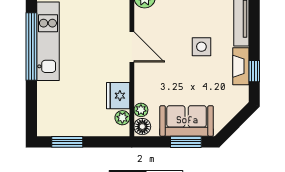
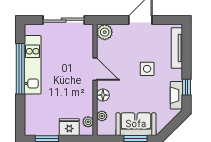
fireplace: (241, 66) -> (176, 95), moved
fridge: (118, 96) -> (69, 127), moved, turned 90
floor lamp: (142, 127) -> (103, 95), moved

